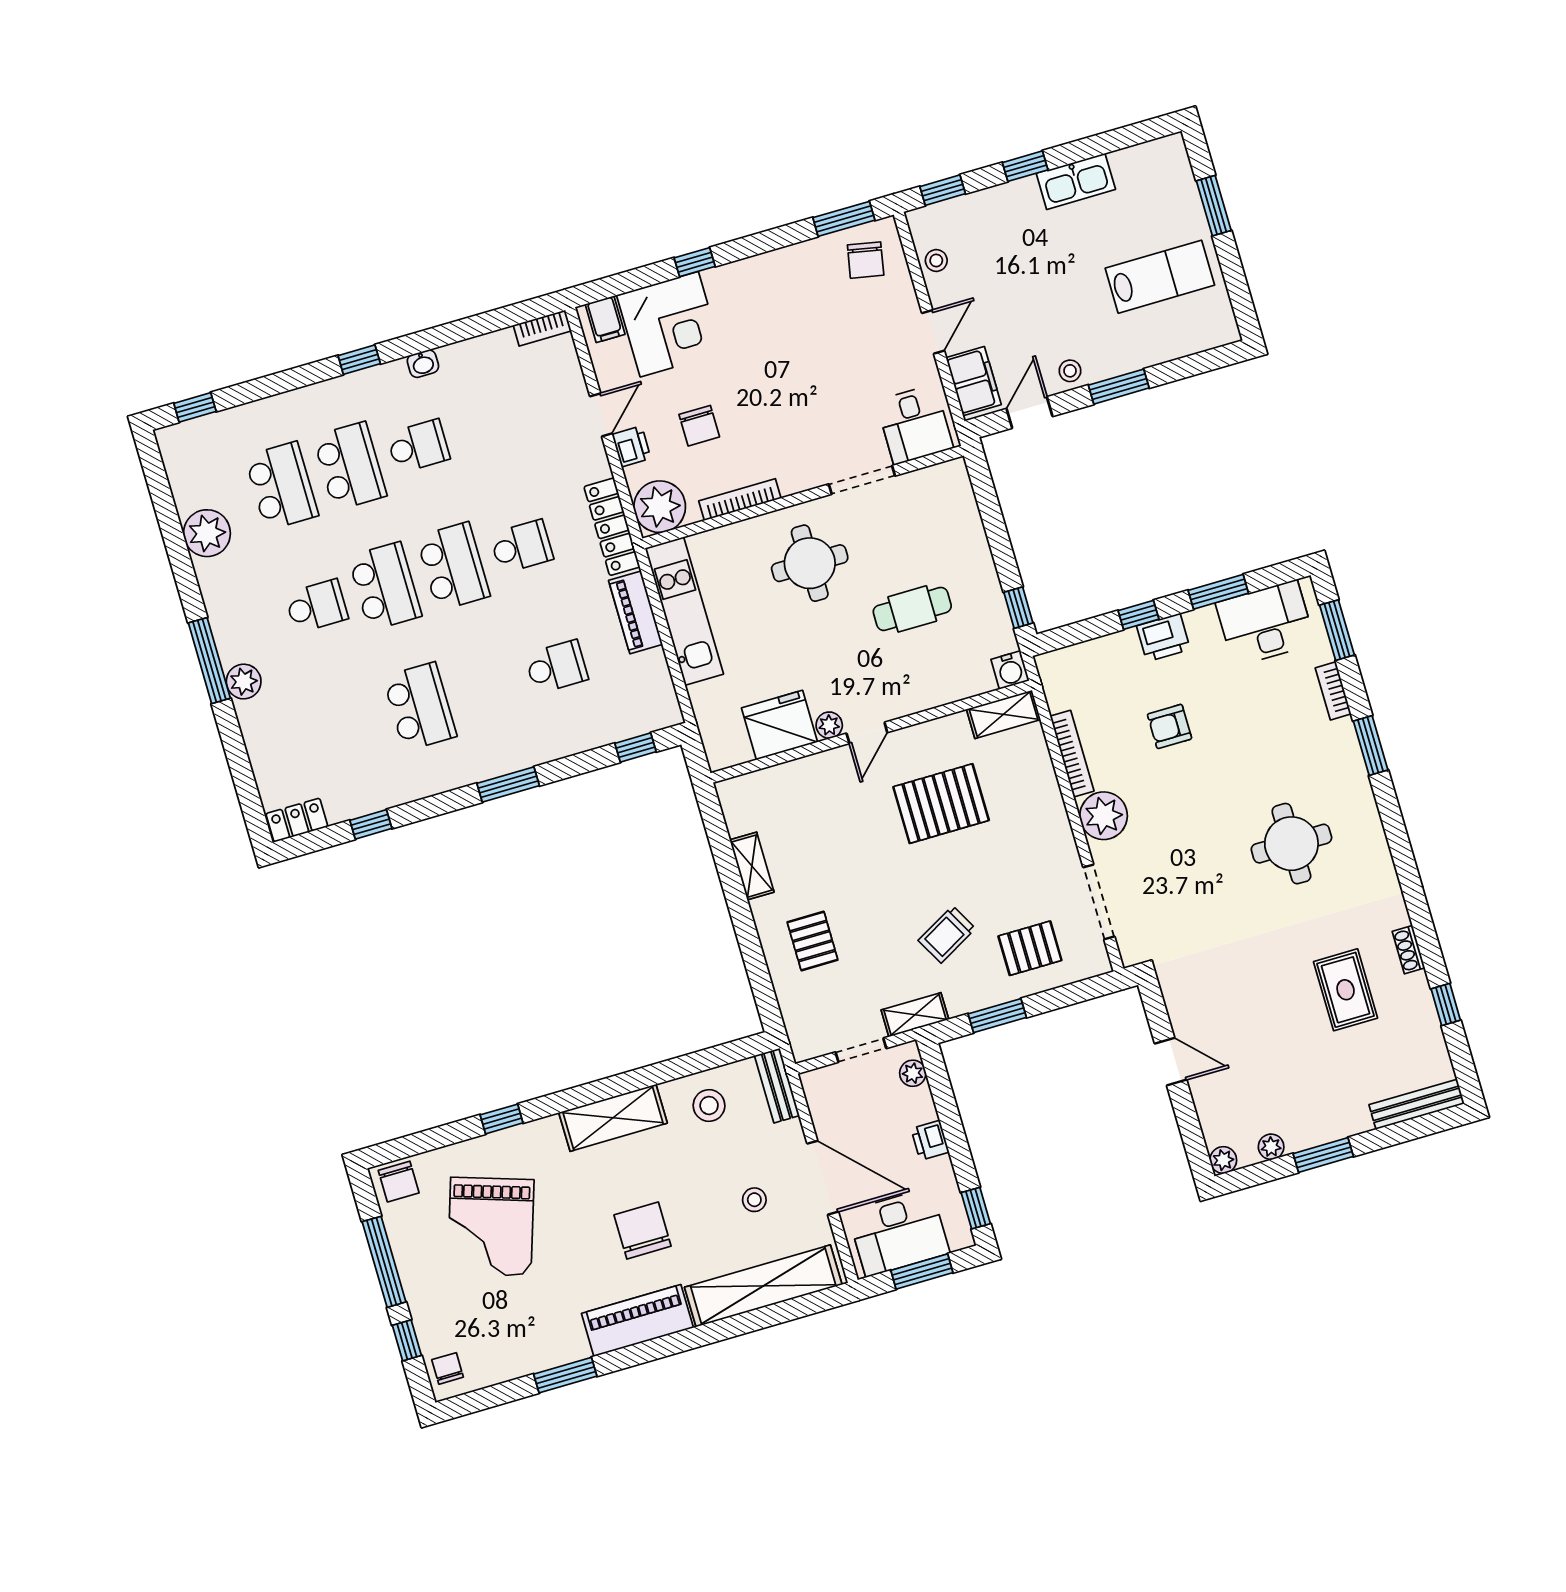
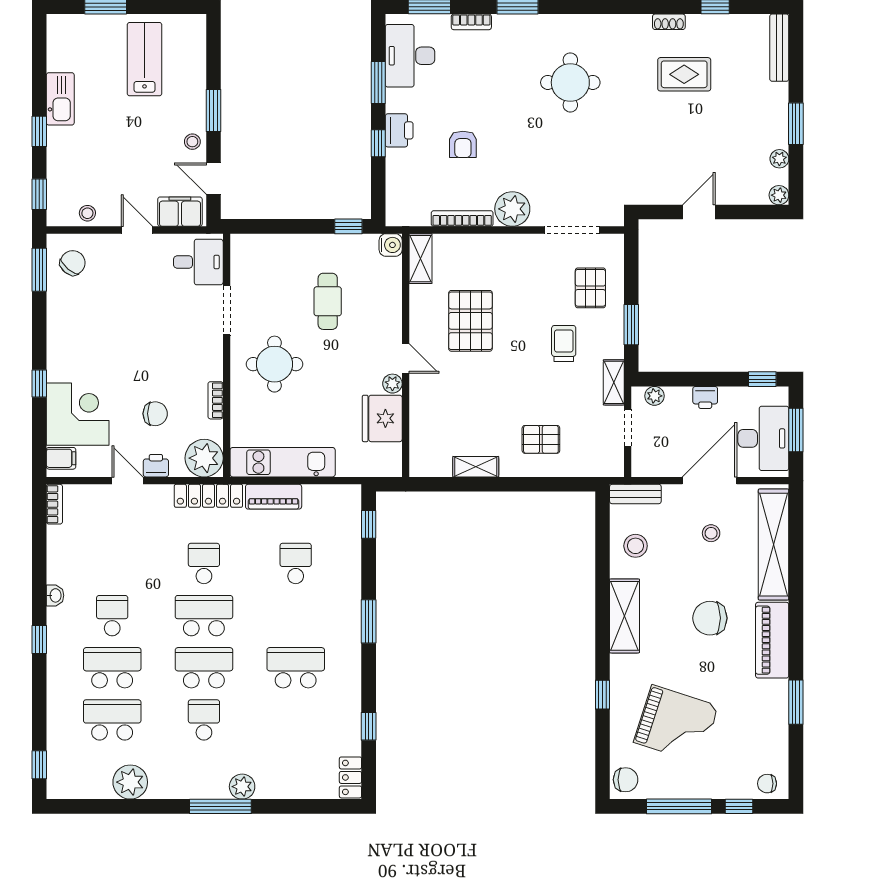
chair: (866, 260) -> (73, 263), turned -61
bookcase: (740, 500) -> (216, 400), width x0.64
trolley: (947, 934) -> (564, 344), turned -151

